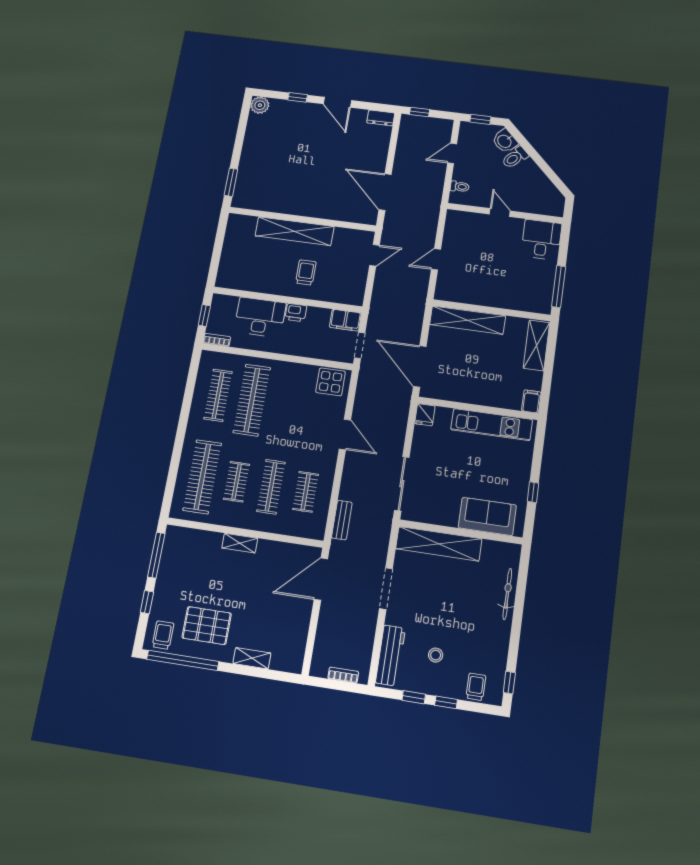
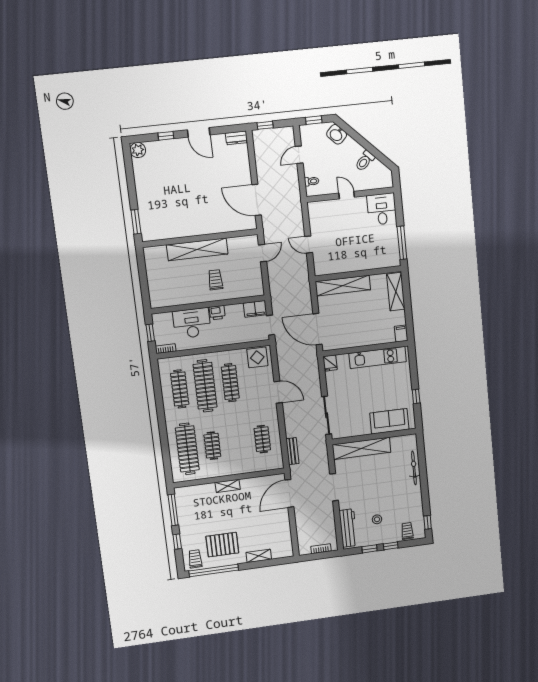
toilet: (515, 157) -> (365, 161), moved
door: (436, 259) -> (309, 245), hinge flipped
clothes rail: (271, 487) -> (230, 383), moved

